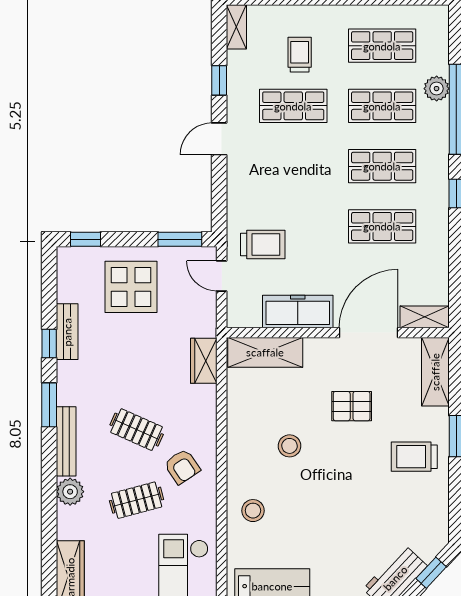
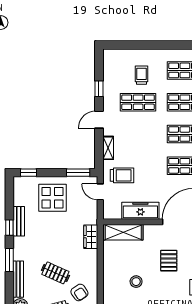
shelving: (236, 27) -> (108, 148), moved
pallet: (352, 406) -> (169, 261), turned 90

